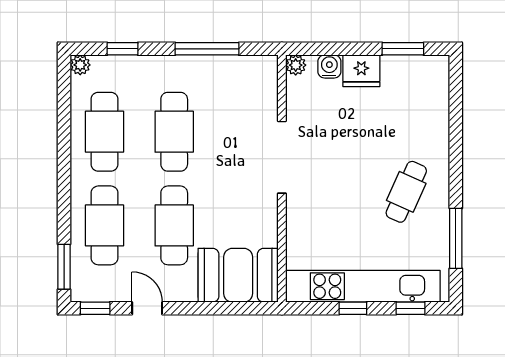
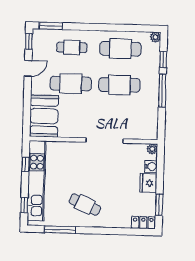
window: (207, 49) -> (162, 90), moved
locker: (438, 78) -> (143, 223), added
cafe table: (104, 225) -> (72, 47), width x0.73, depth x0.74
window: (353, 308) -> (25, 164), moved

